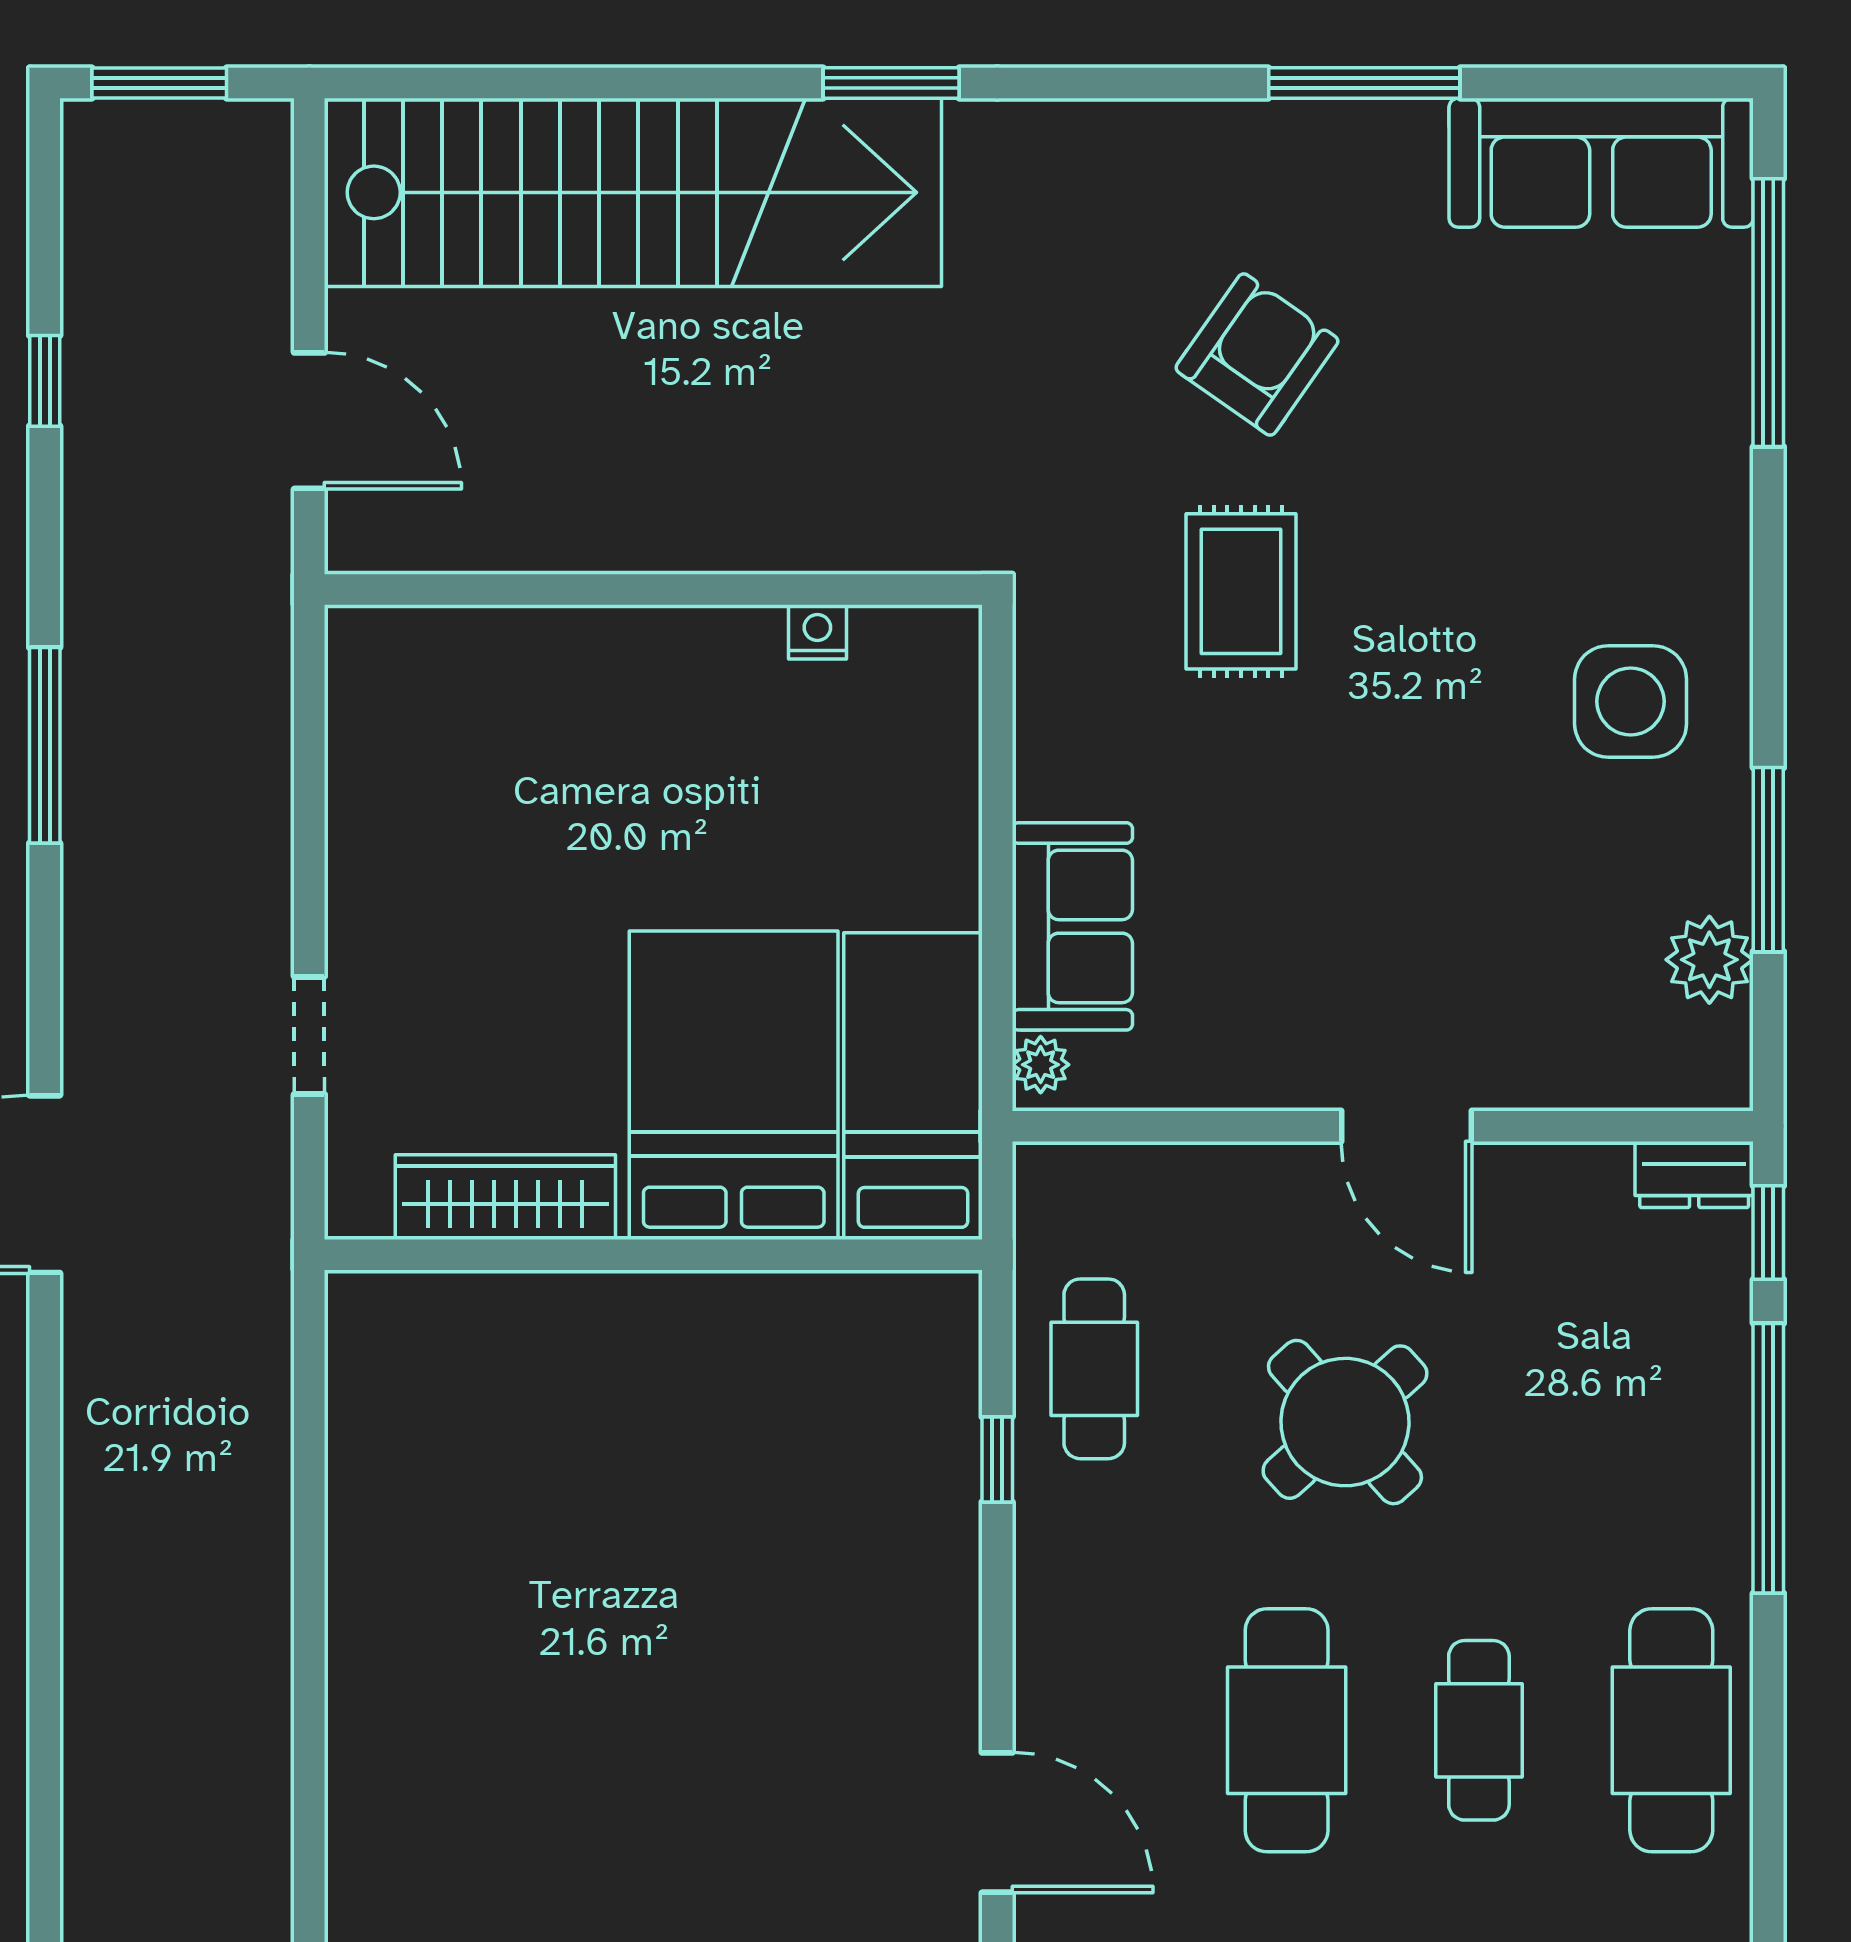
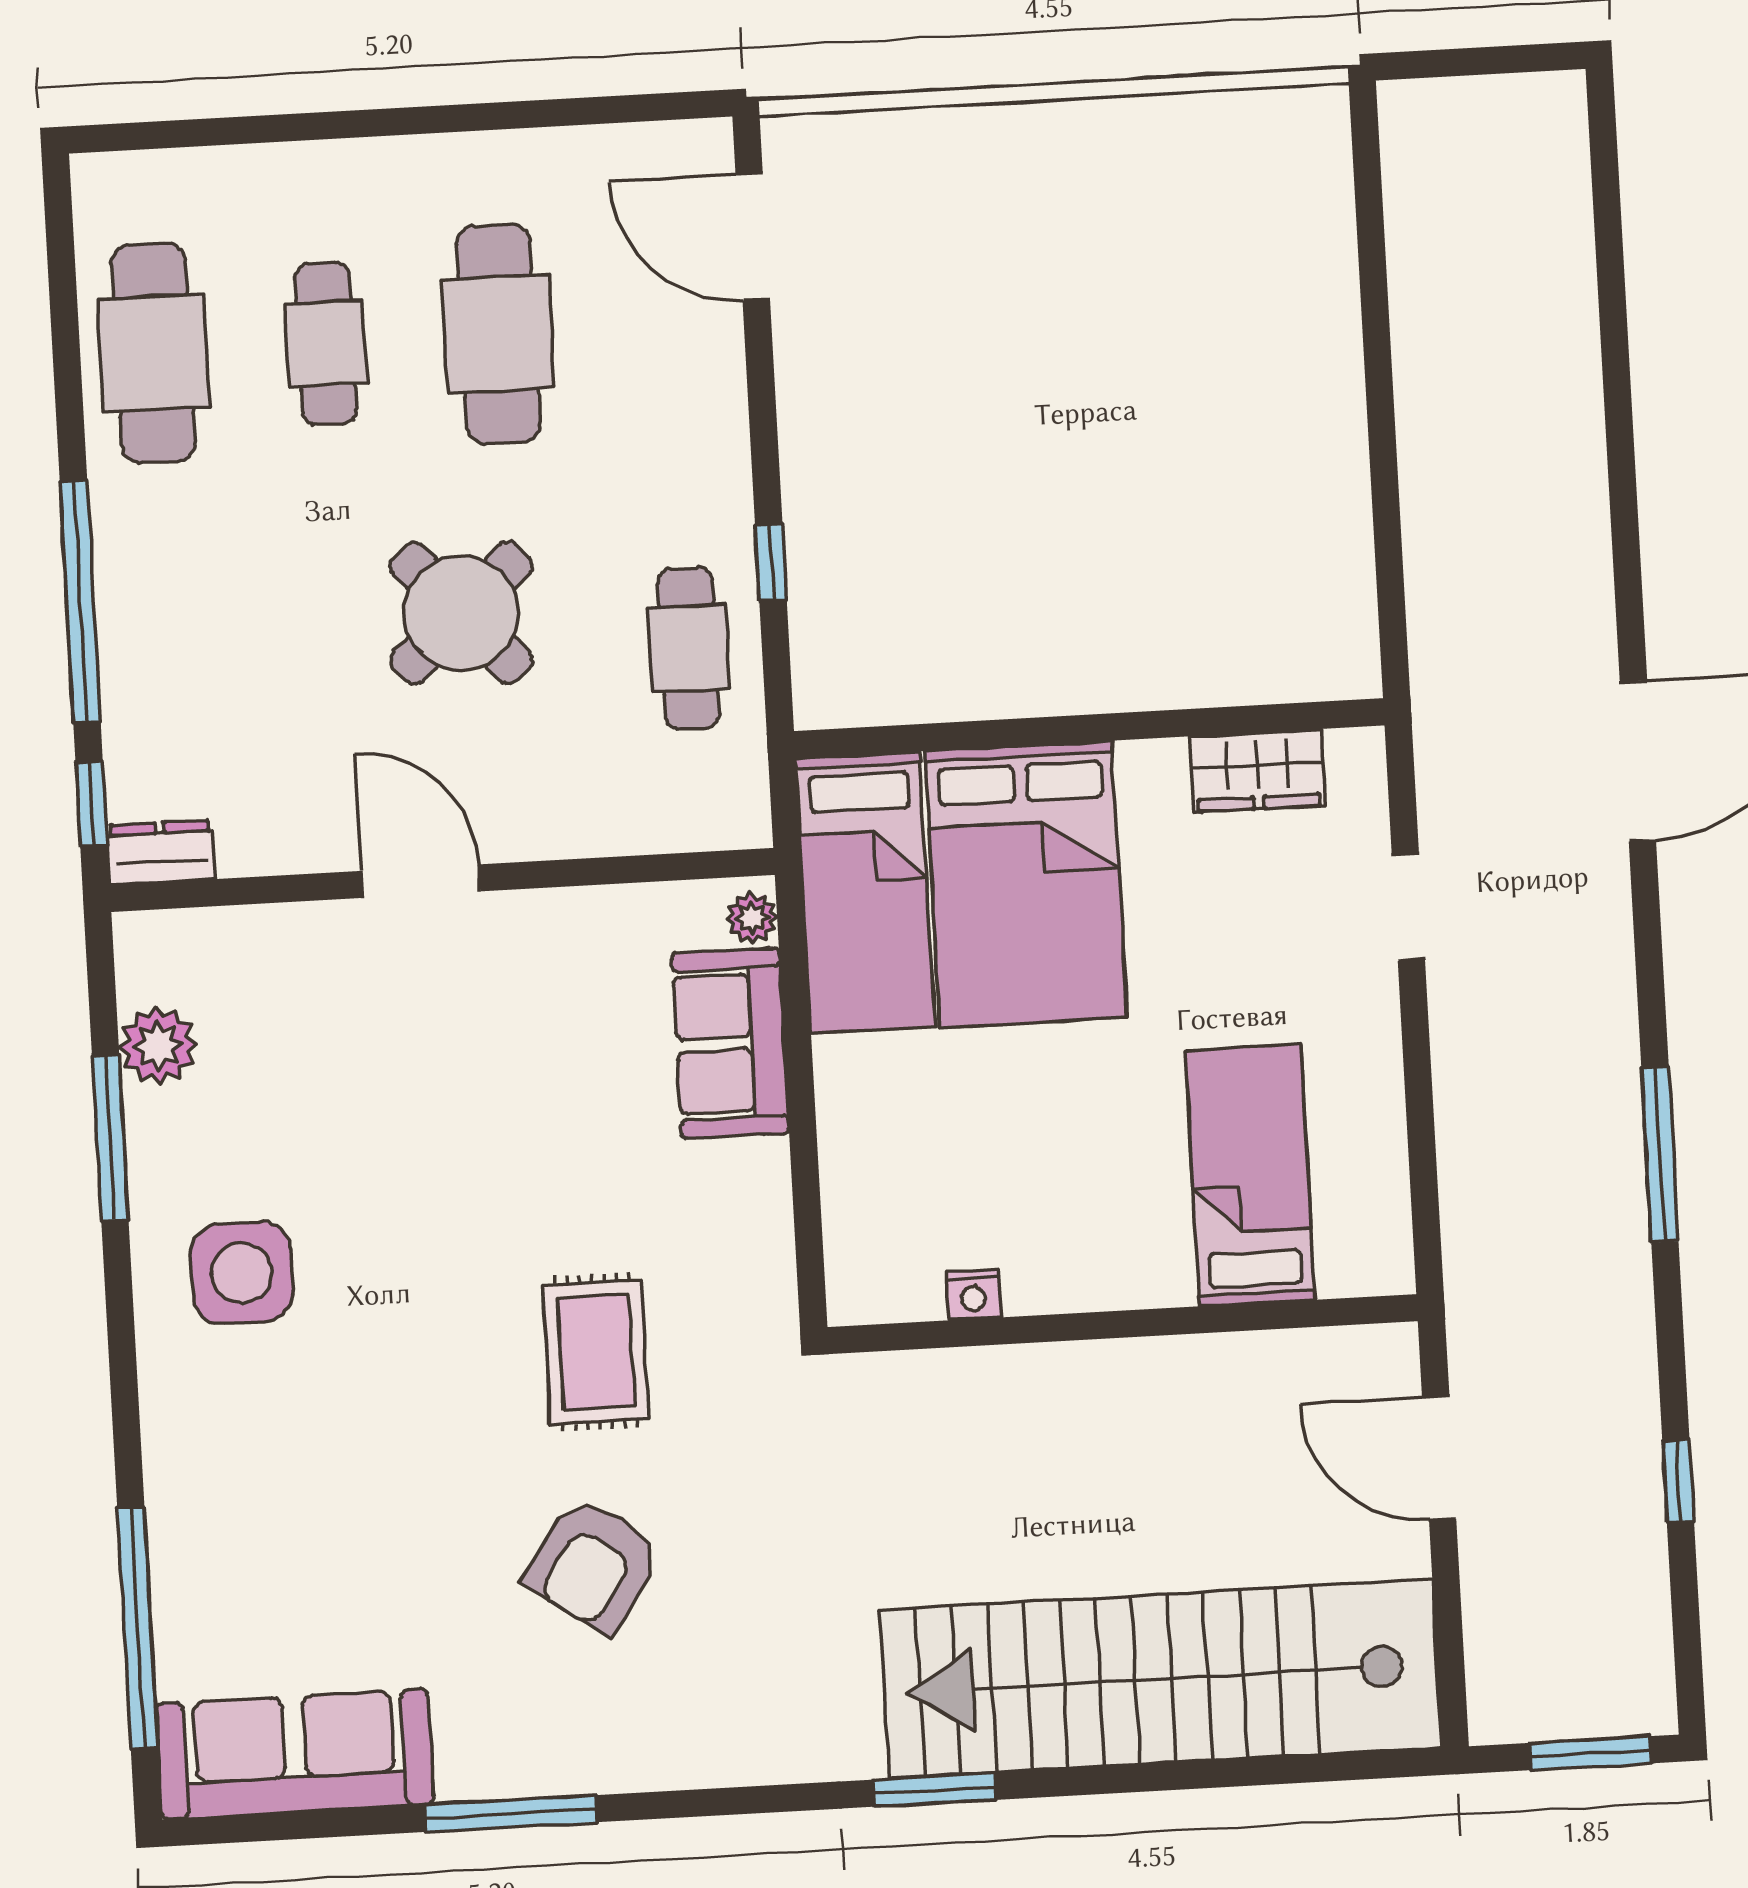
bed: (502, 747) -> (1250, 1175), added
wardrobe: (505, 1197) -> (1257, 771), width x0.67

